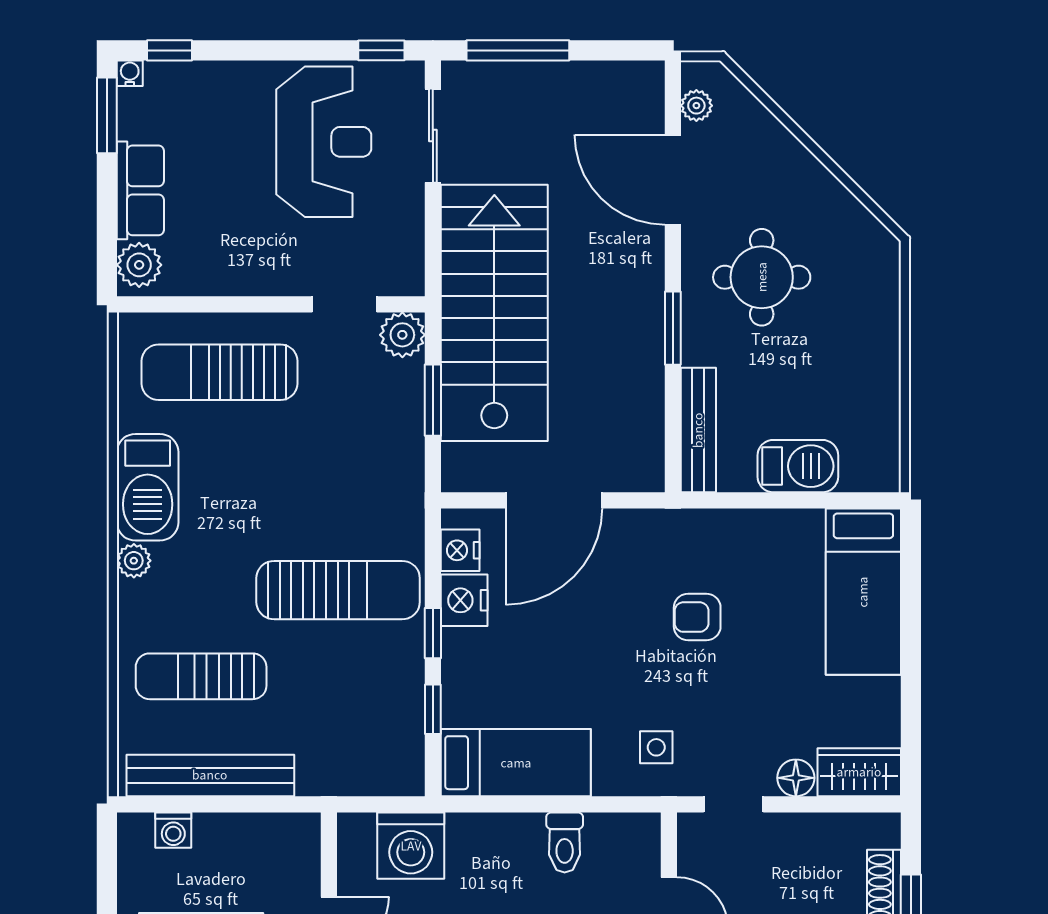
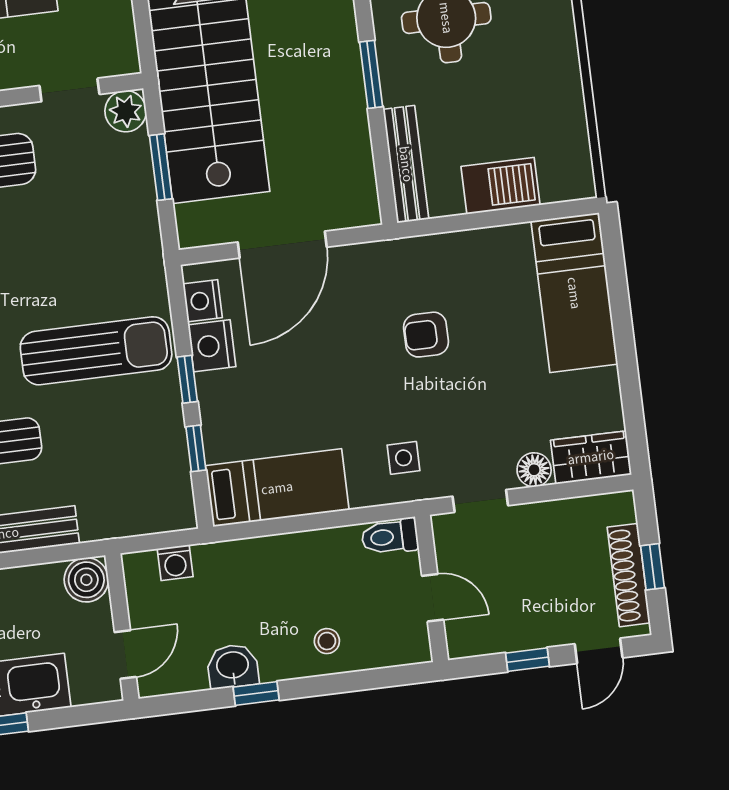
boiler: (297, 836) -> (86, 580), added
toilet: (565, 842) -> (390, 537), moved, turned 90
washing machine: (411, 846) -> (175, 563), width x0.53, depth x0.53

